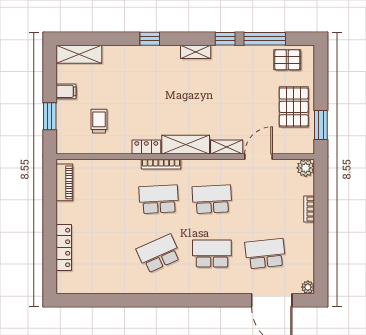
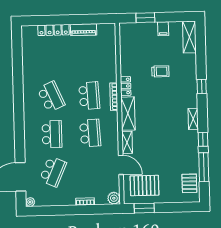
pallet: (294, 107) -> (144, 186), moved
trolley: (99, 121) -> (160, 71), moved
piano: (64, 182) -> (84, 30), moved
school desk: (265, 254) -> (53, 171), turned 30

